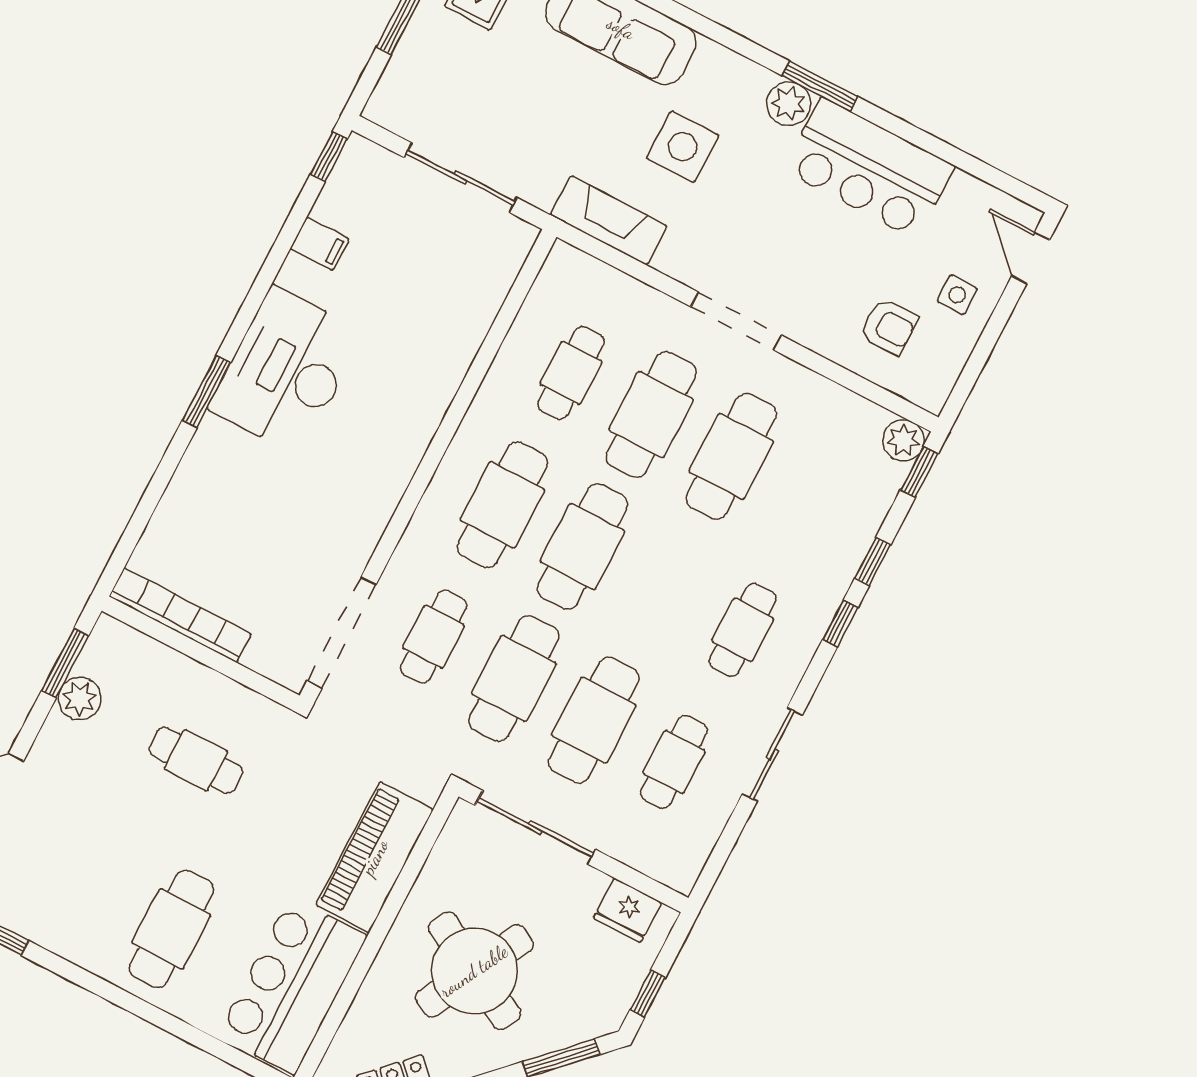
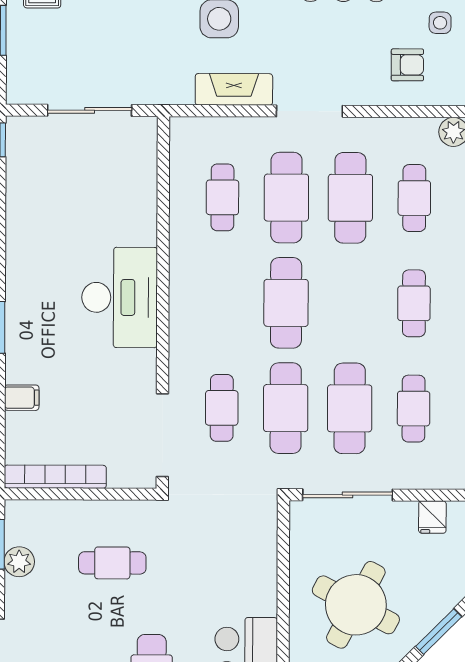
fireplace: (609, 220) -> (234, 89), moved
filing cabinet: (320, 244) -> (22, 398), moved
desk: (286, 370) -> (120, 297), moved, turned 180
cafe table: (502, 505) -> (414, 198), moved, width x0.73, depth x0.74
piano: (375, 857) -> (256, 566), removed
fridge: (627, 910) -> (432, 517), width x0.72

